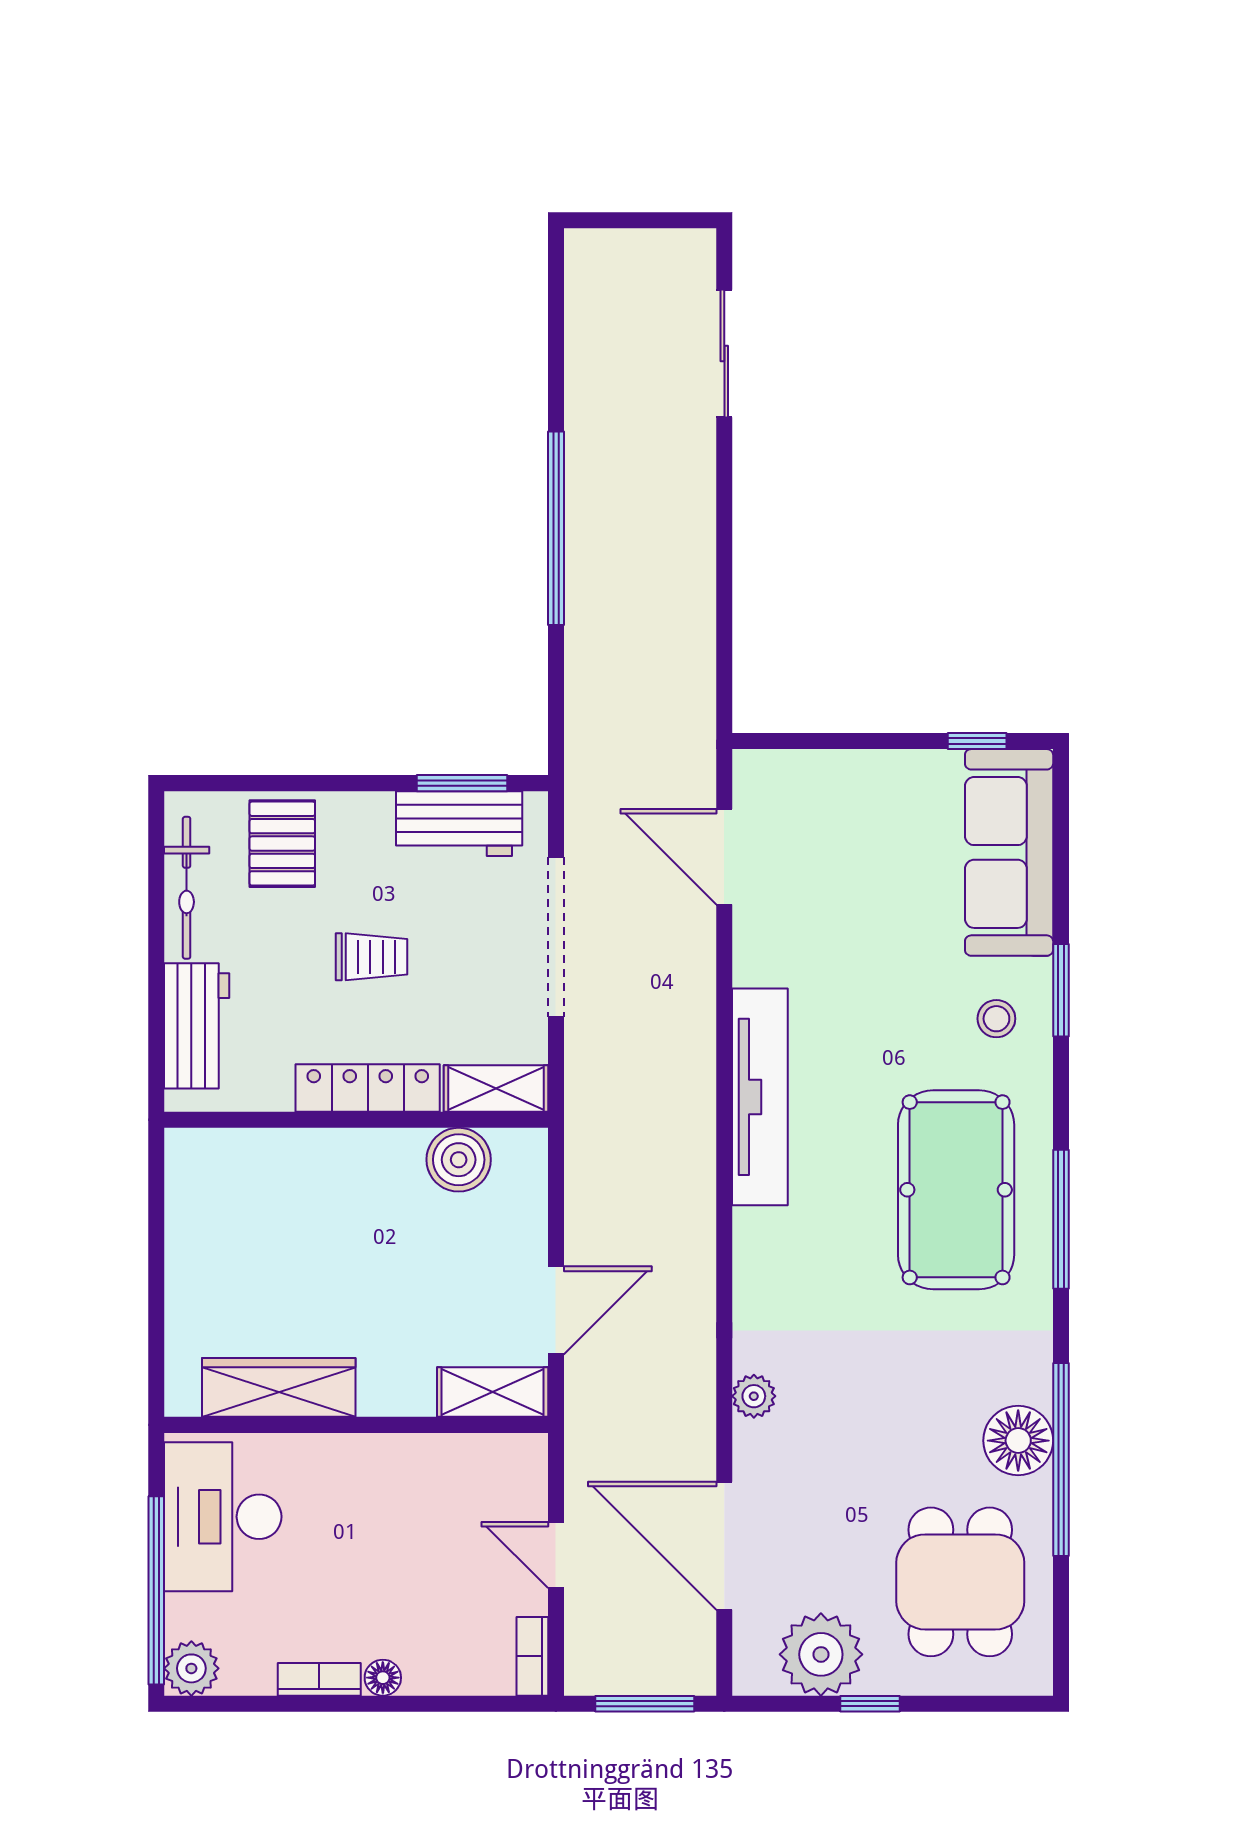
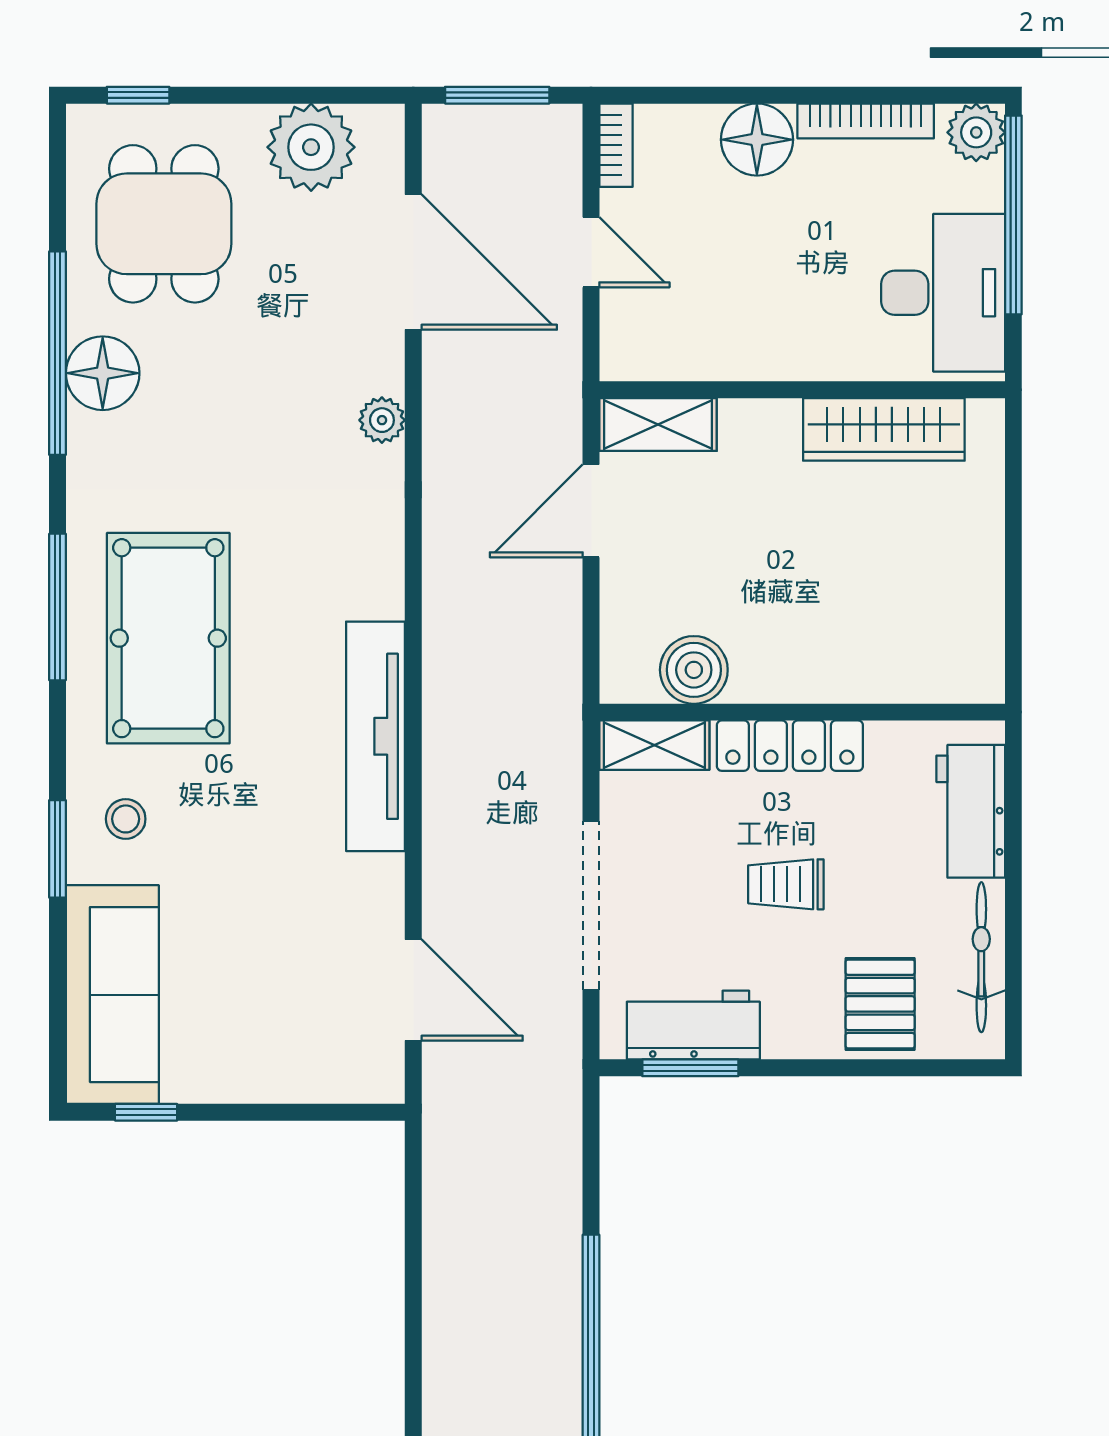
floor lamp: (383, 1678) -> (757, 140), width x1.89, depth x1.89
bookcase: (319, 1679) -> (866, 121), width x1.56
window: (870, 1704) -> (138, 95), moved

